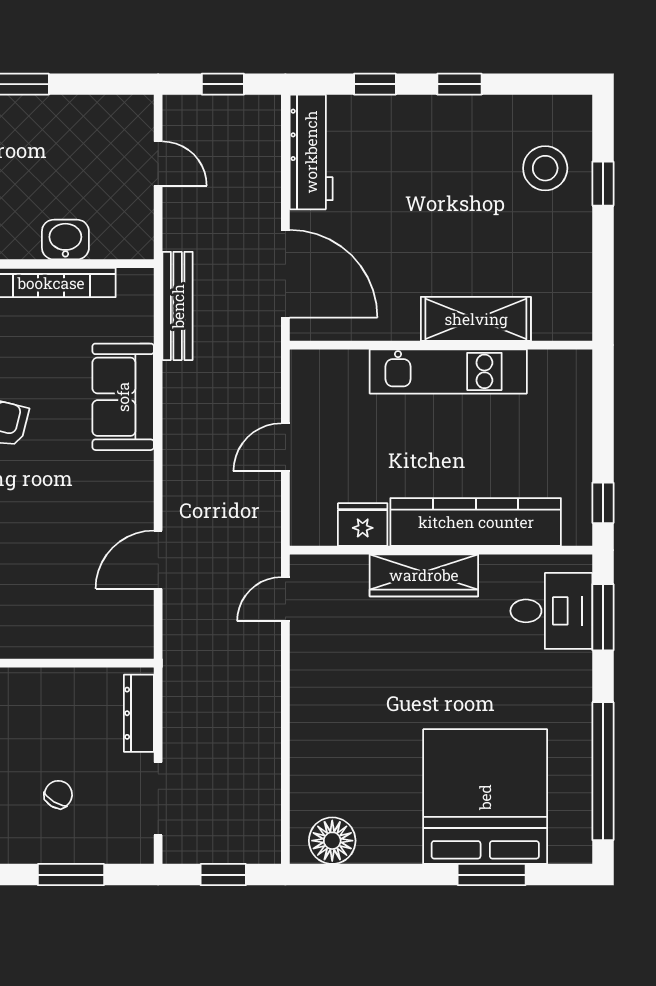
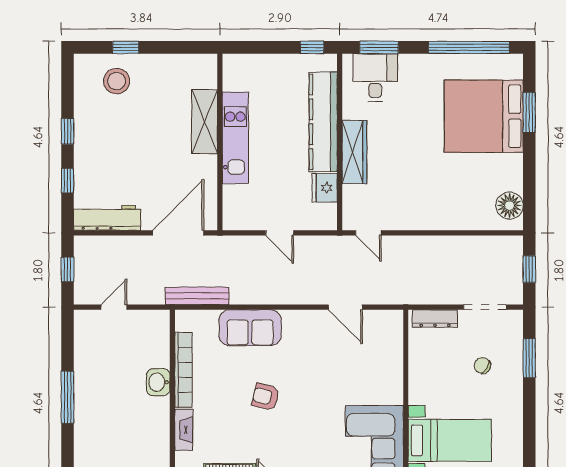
washbasin: (65, 240) -> (158, 382), moved

